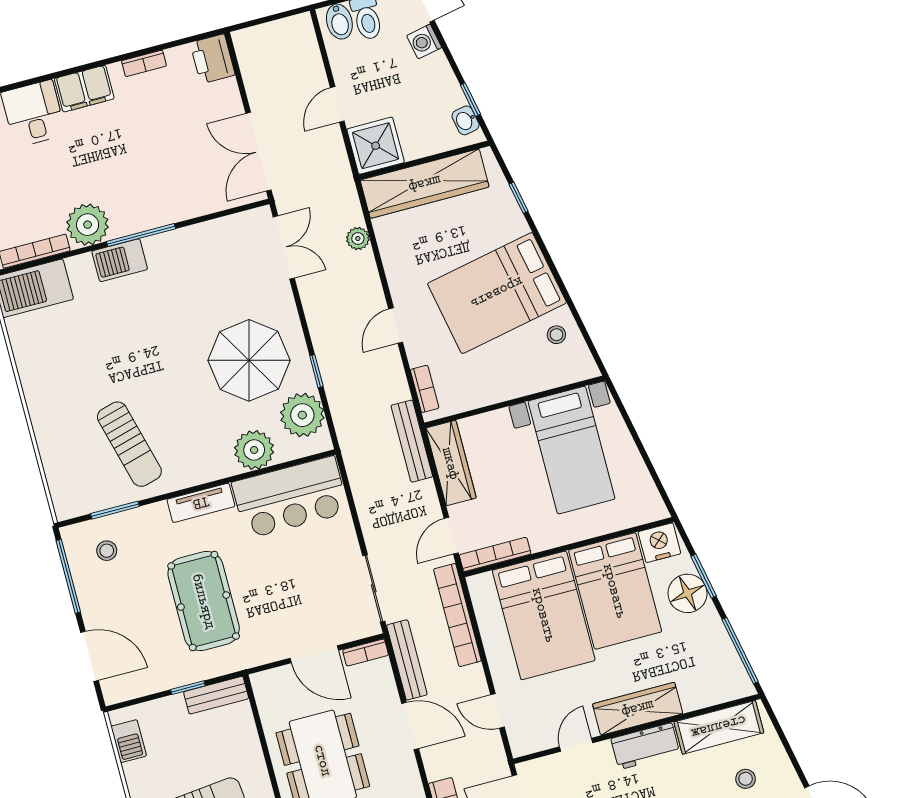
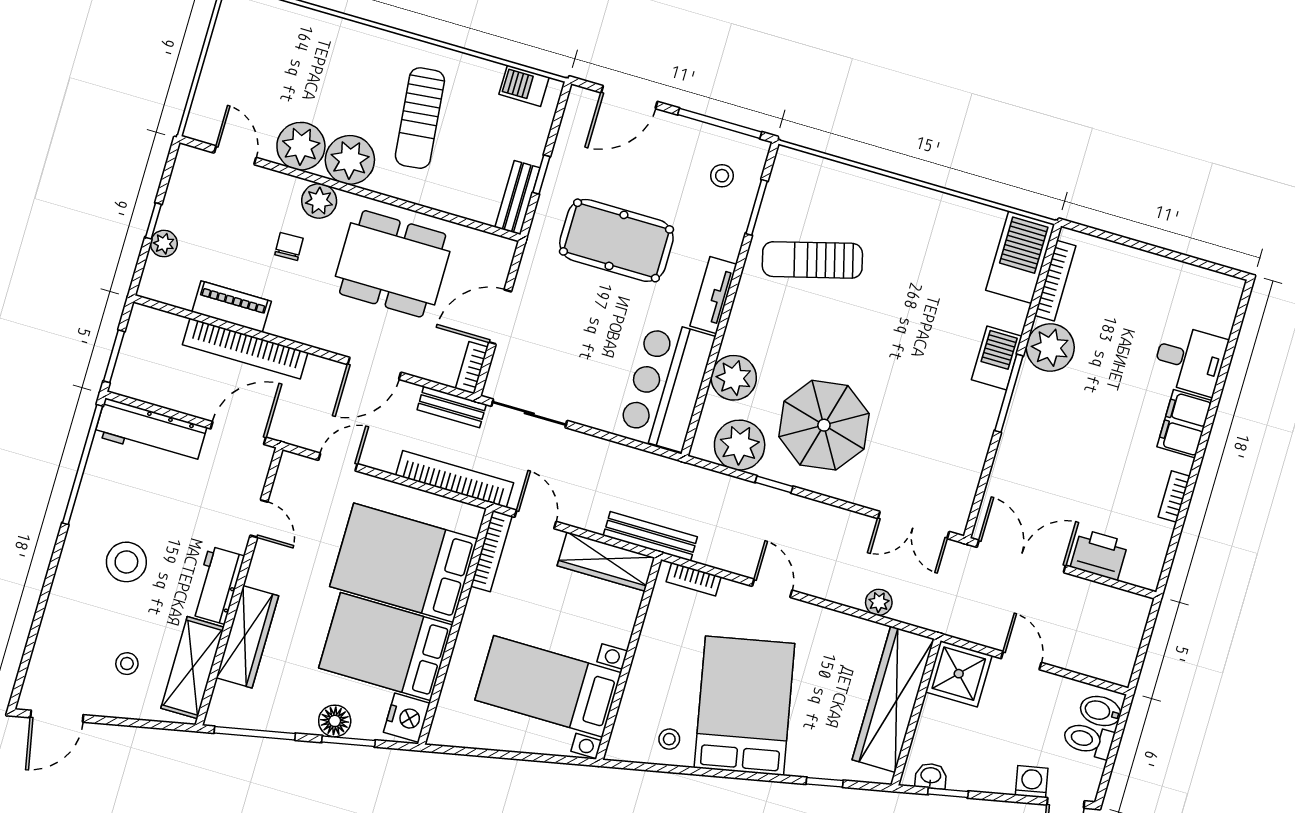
printer: (213, 59) -> (1099, 555), moved
floor lamp: (688, 593) -> (335, 721), width x0.73, depth x0.73
bench: (407, 660) -> (452, 407), width x0.73
wardrobe: (638, 709) -> (247, 637), moved

